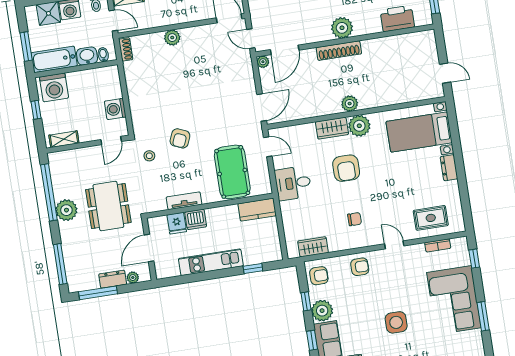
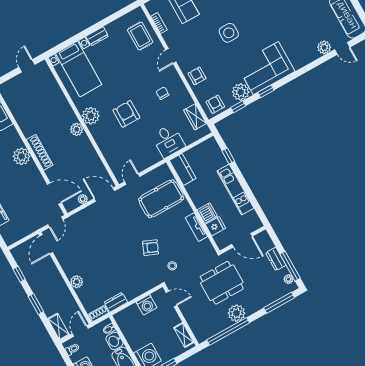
plant: (263, 62) -> (83, 199), moved
dresser: (131, 74) -> (116, 302), added
wardrobe: (332, 128) -> (100, 136), removed
armchair: (346, 168) -> (126, 114), turned -90
desk: (293, 183) -> (168, 141), moved
plant: (133, 278) -> (288, 279), moved

